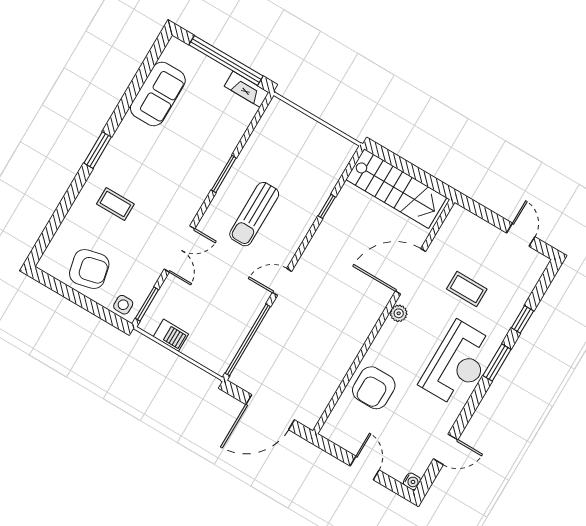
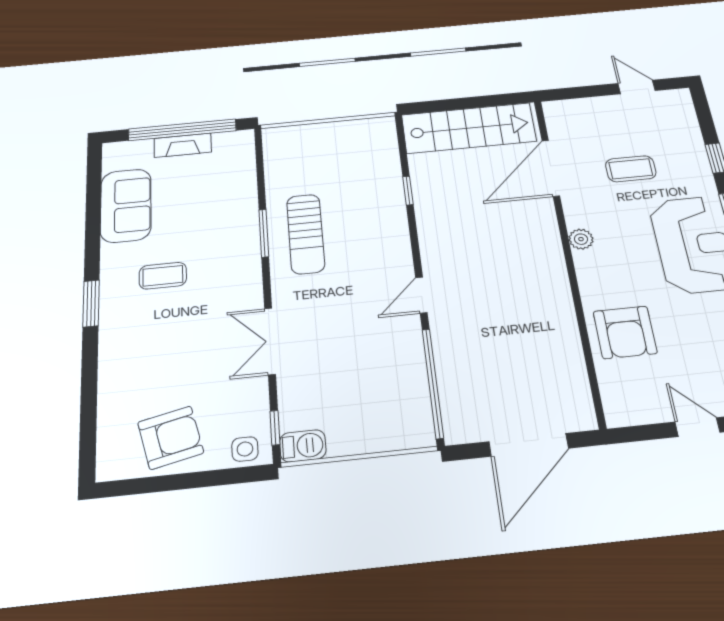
fireplace: (247, 89) -> (183, 145), moved
coffee table: (115, 204) -> (163, 276), moved
sun lounger: (254, 214) -> (306, 234), moved
double door: (179, 249) -> (270, 341), swing flipped
door: (411, 271) -> (551, 168), moved
window: (147, 304) -> (275, 428), width x0.67
barbecue: (171, 335) -> (303, 446), moved

